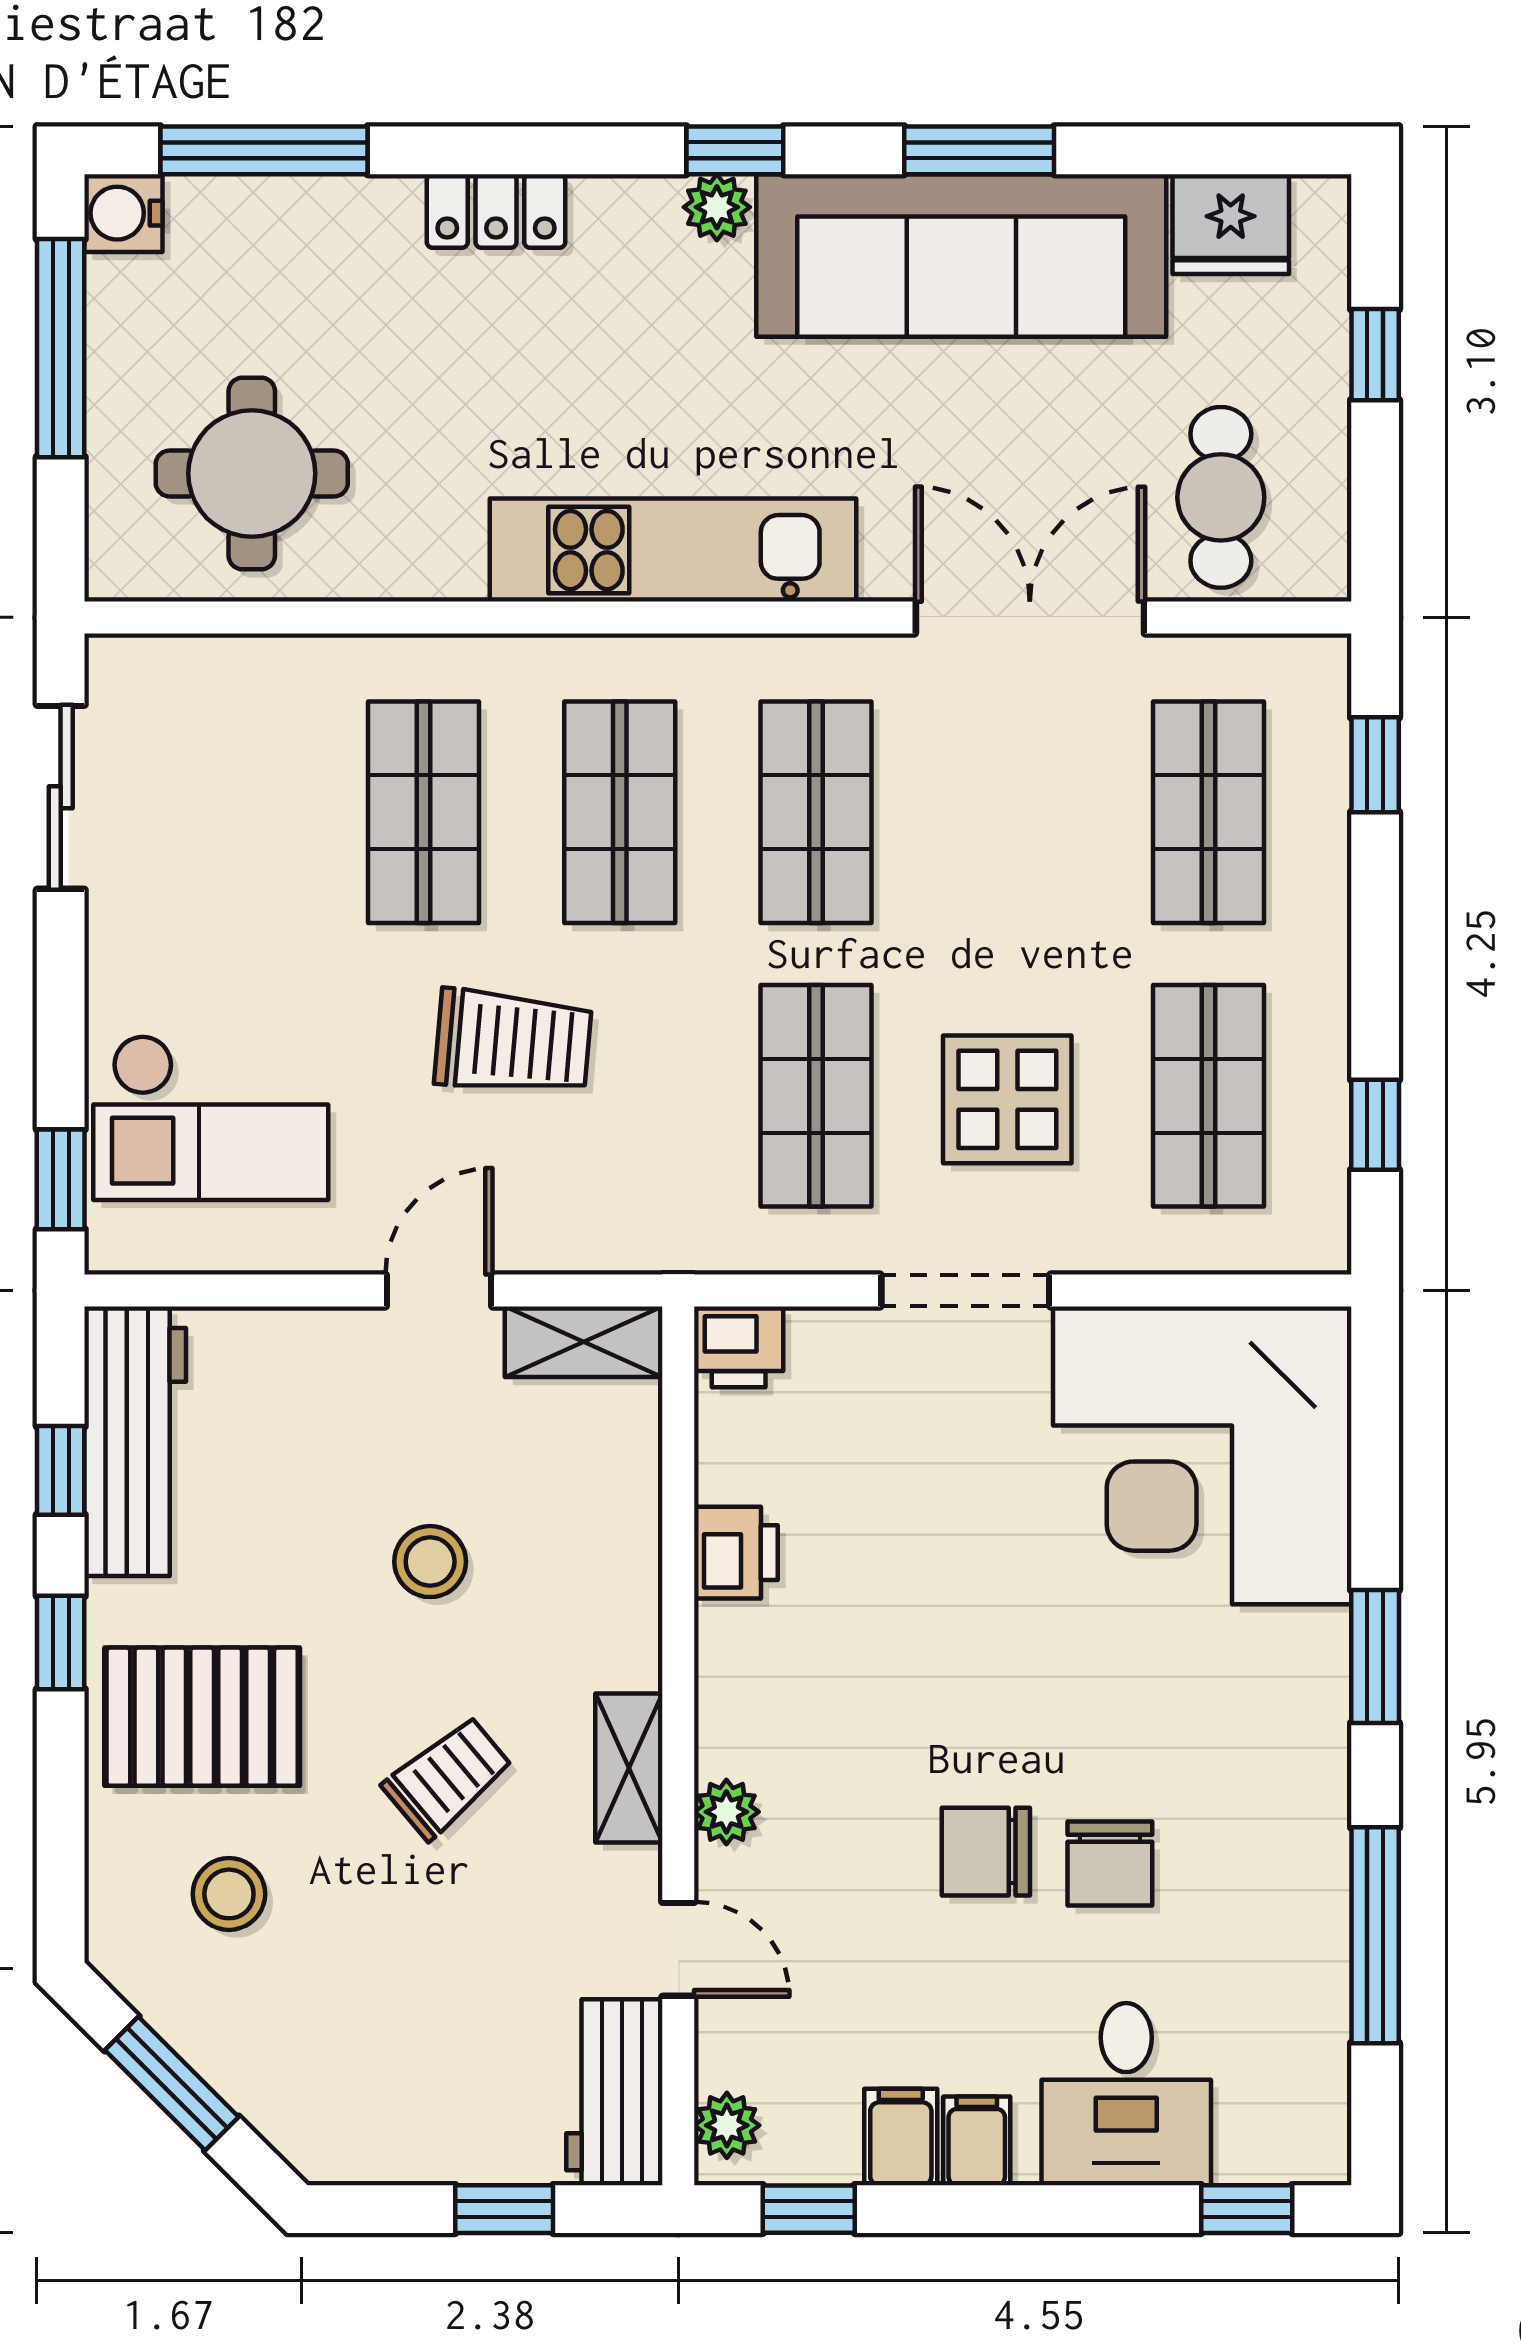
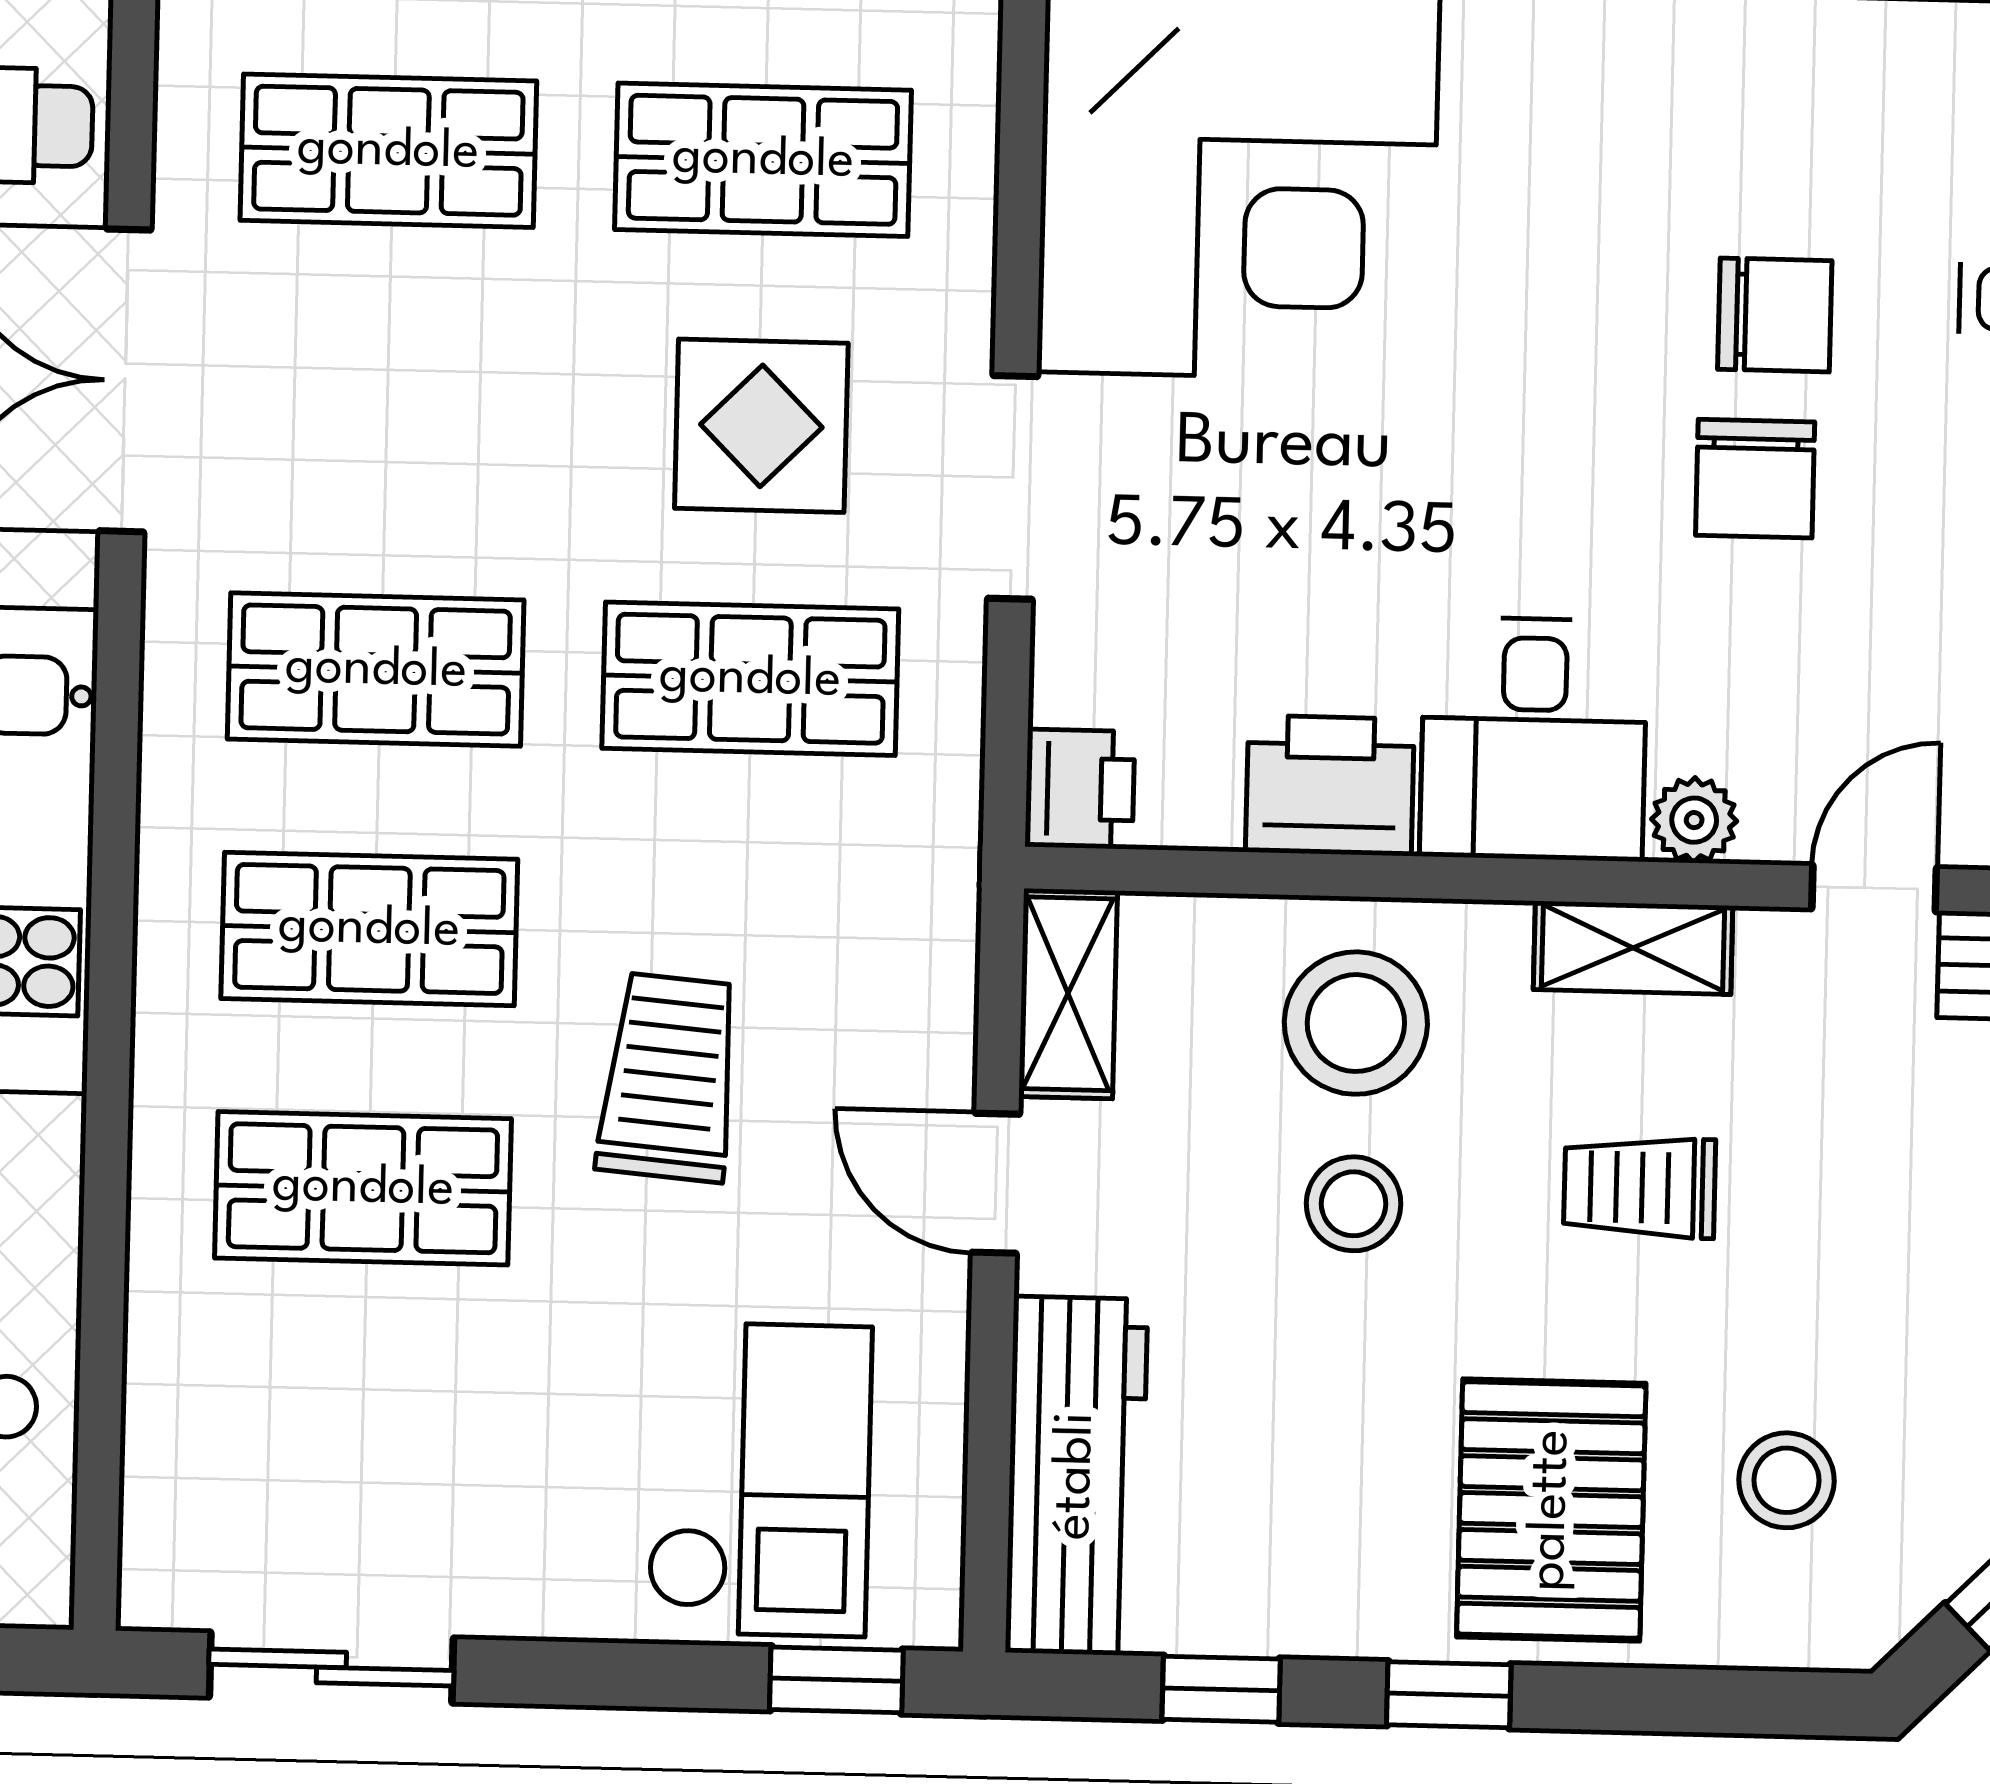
workbench: (135, 1441) -> (1076, 1476), moved, turned 90
printer: (736, 1553) -> (1330, 785), width x1.36, depth x1.24
stool: (567, 1560) -> (1356, 1023), added
desk: (785, 1689) -> (1534, 739), added
trolley: (448, 1777) -> (1640, 1187), turned -50

